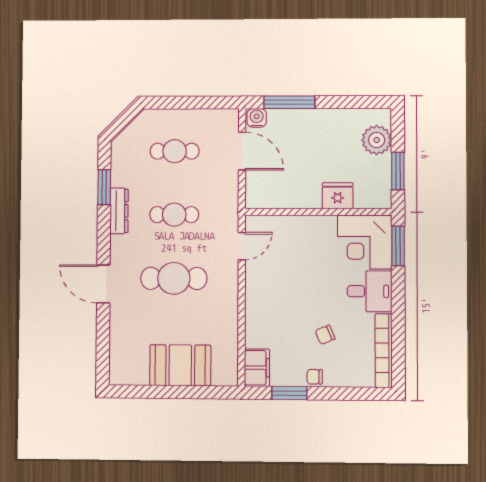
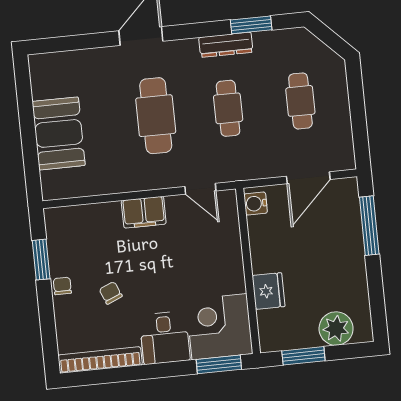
water cooler: (257, 118) -> (256, 204), moved, turned 180
filing cabinet: (257, 368) -> (144, 212), moved

